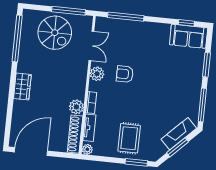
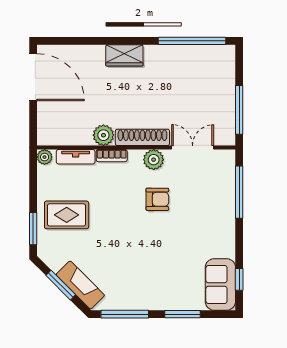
spiral stairs: (55, 33) -> (206, 94), removed
double door: (91, 46) -> (193, 148), swing flipped
armchair: (125, 74) -> (157, 199), turned 90
shoe rack: (75, 134) -> (142, 137), moved

